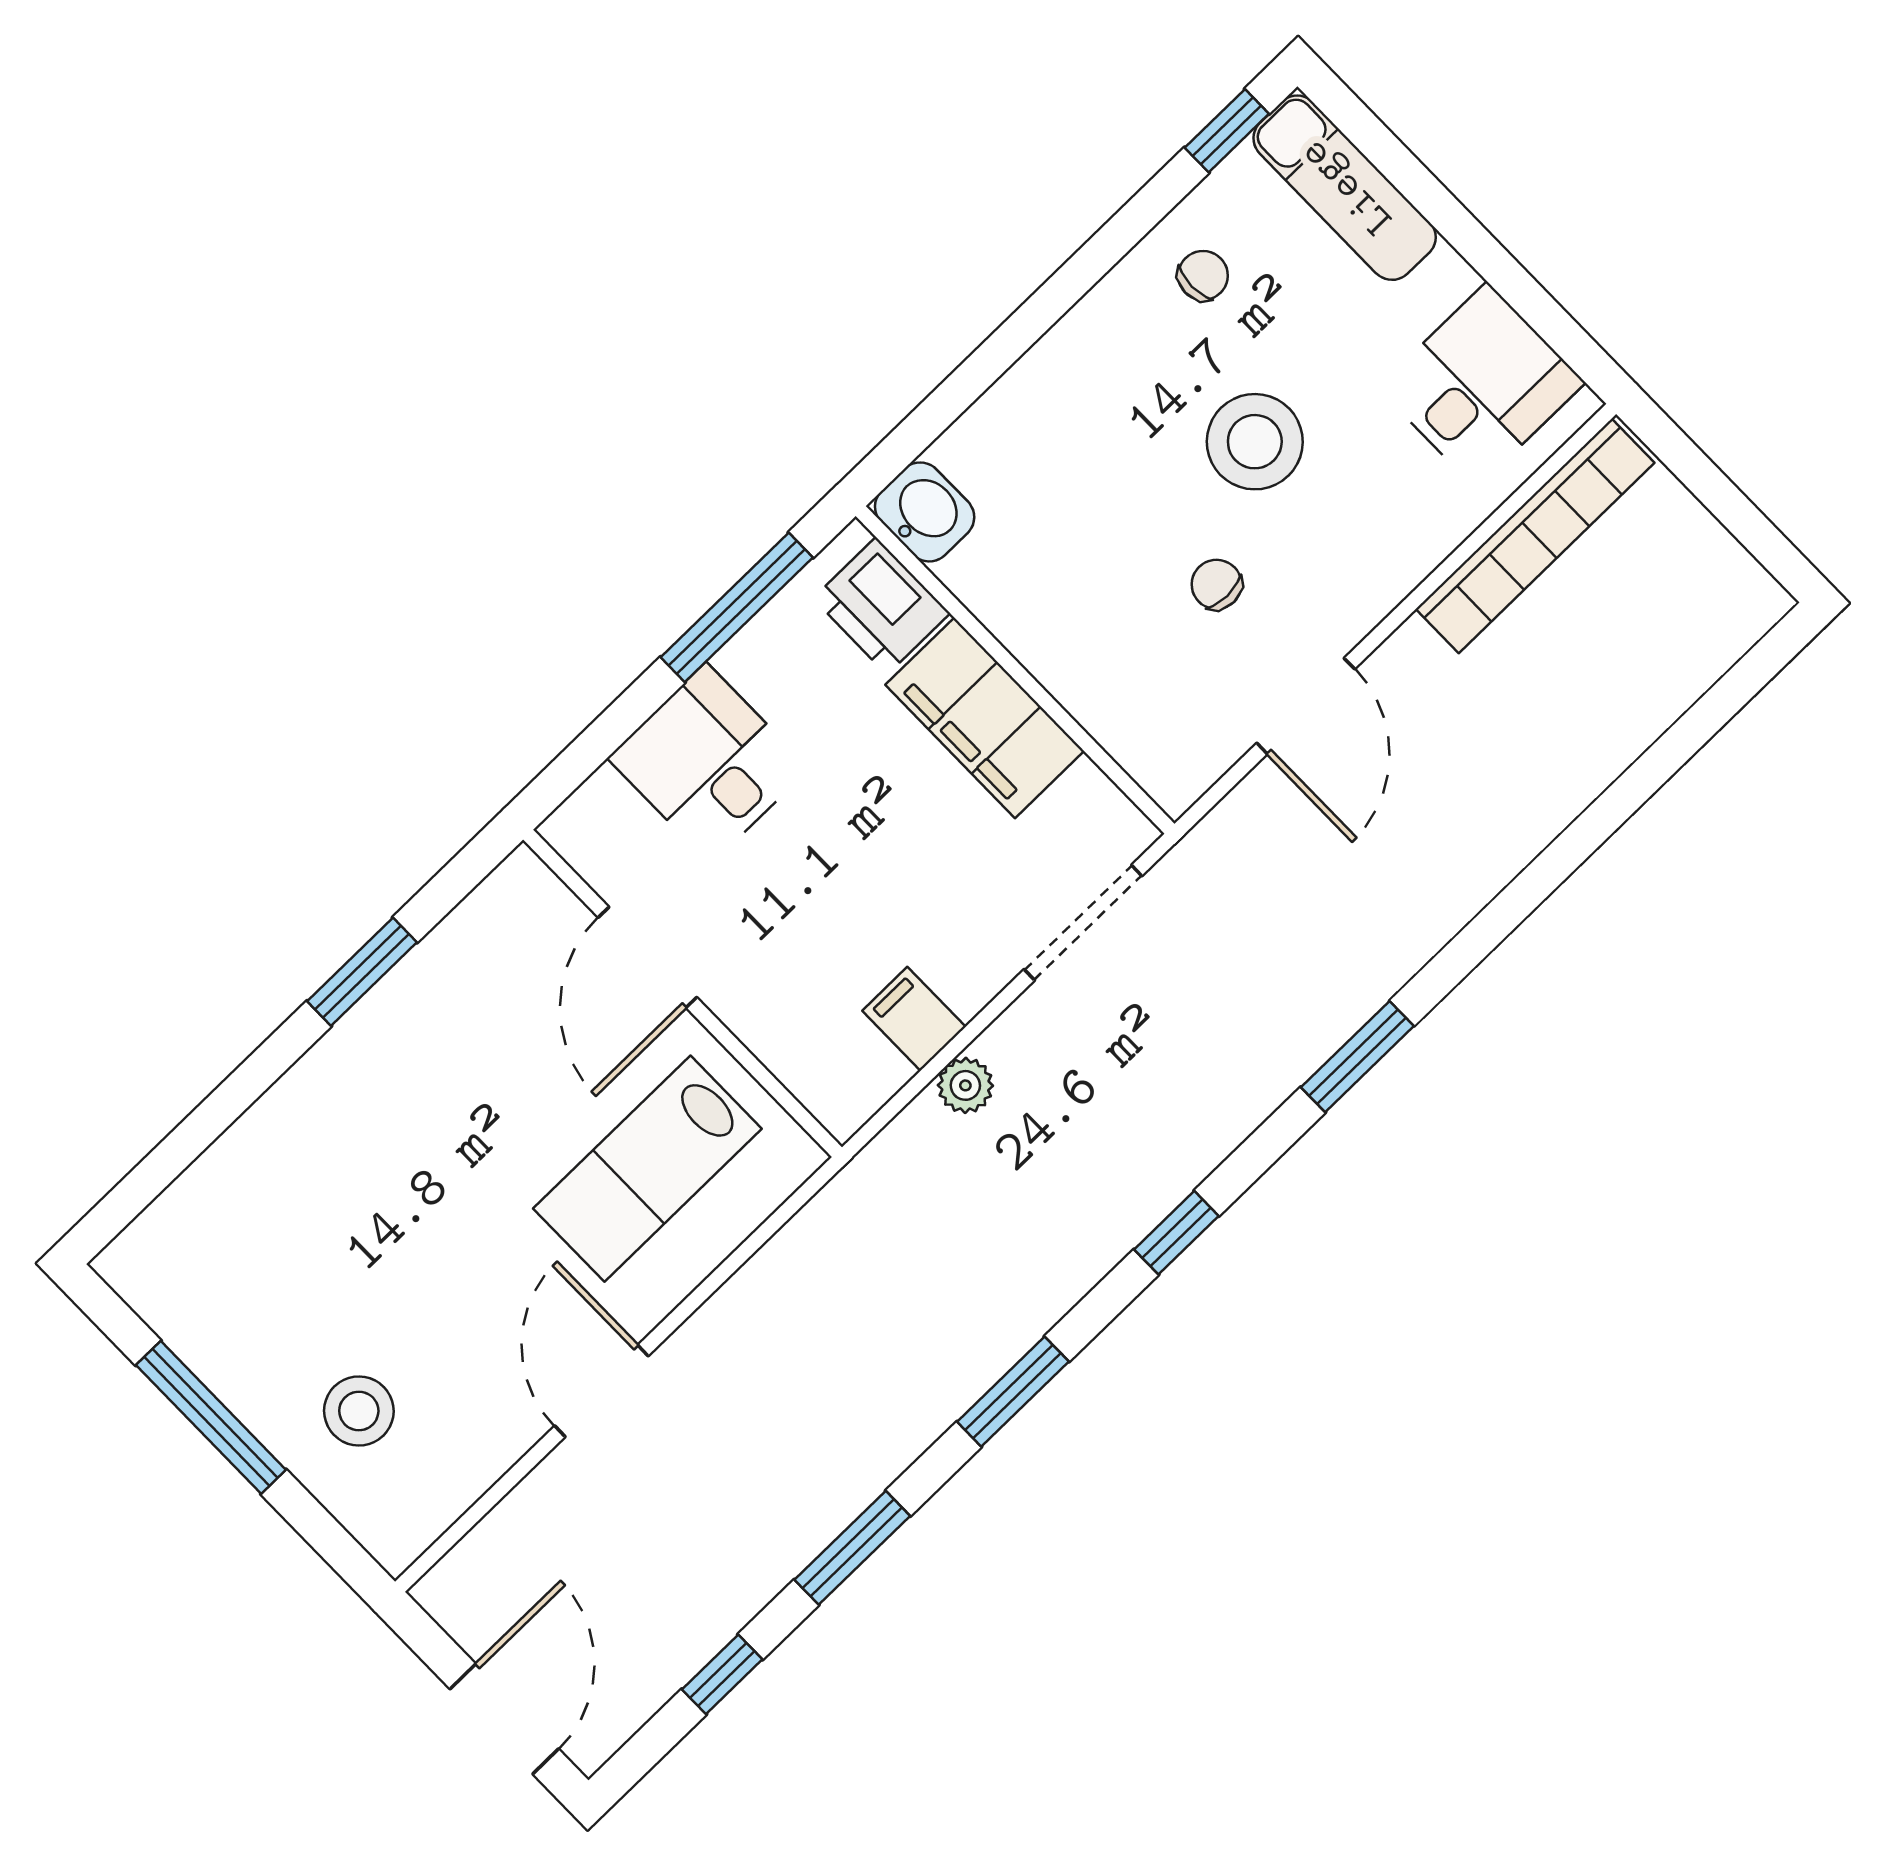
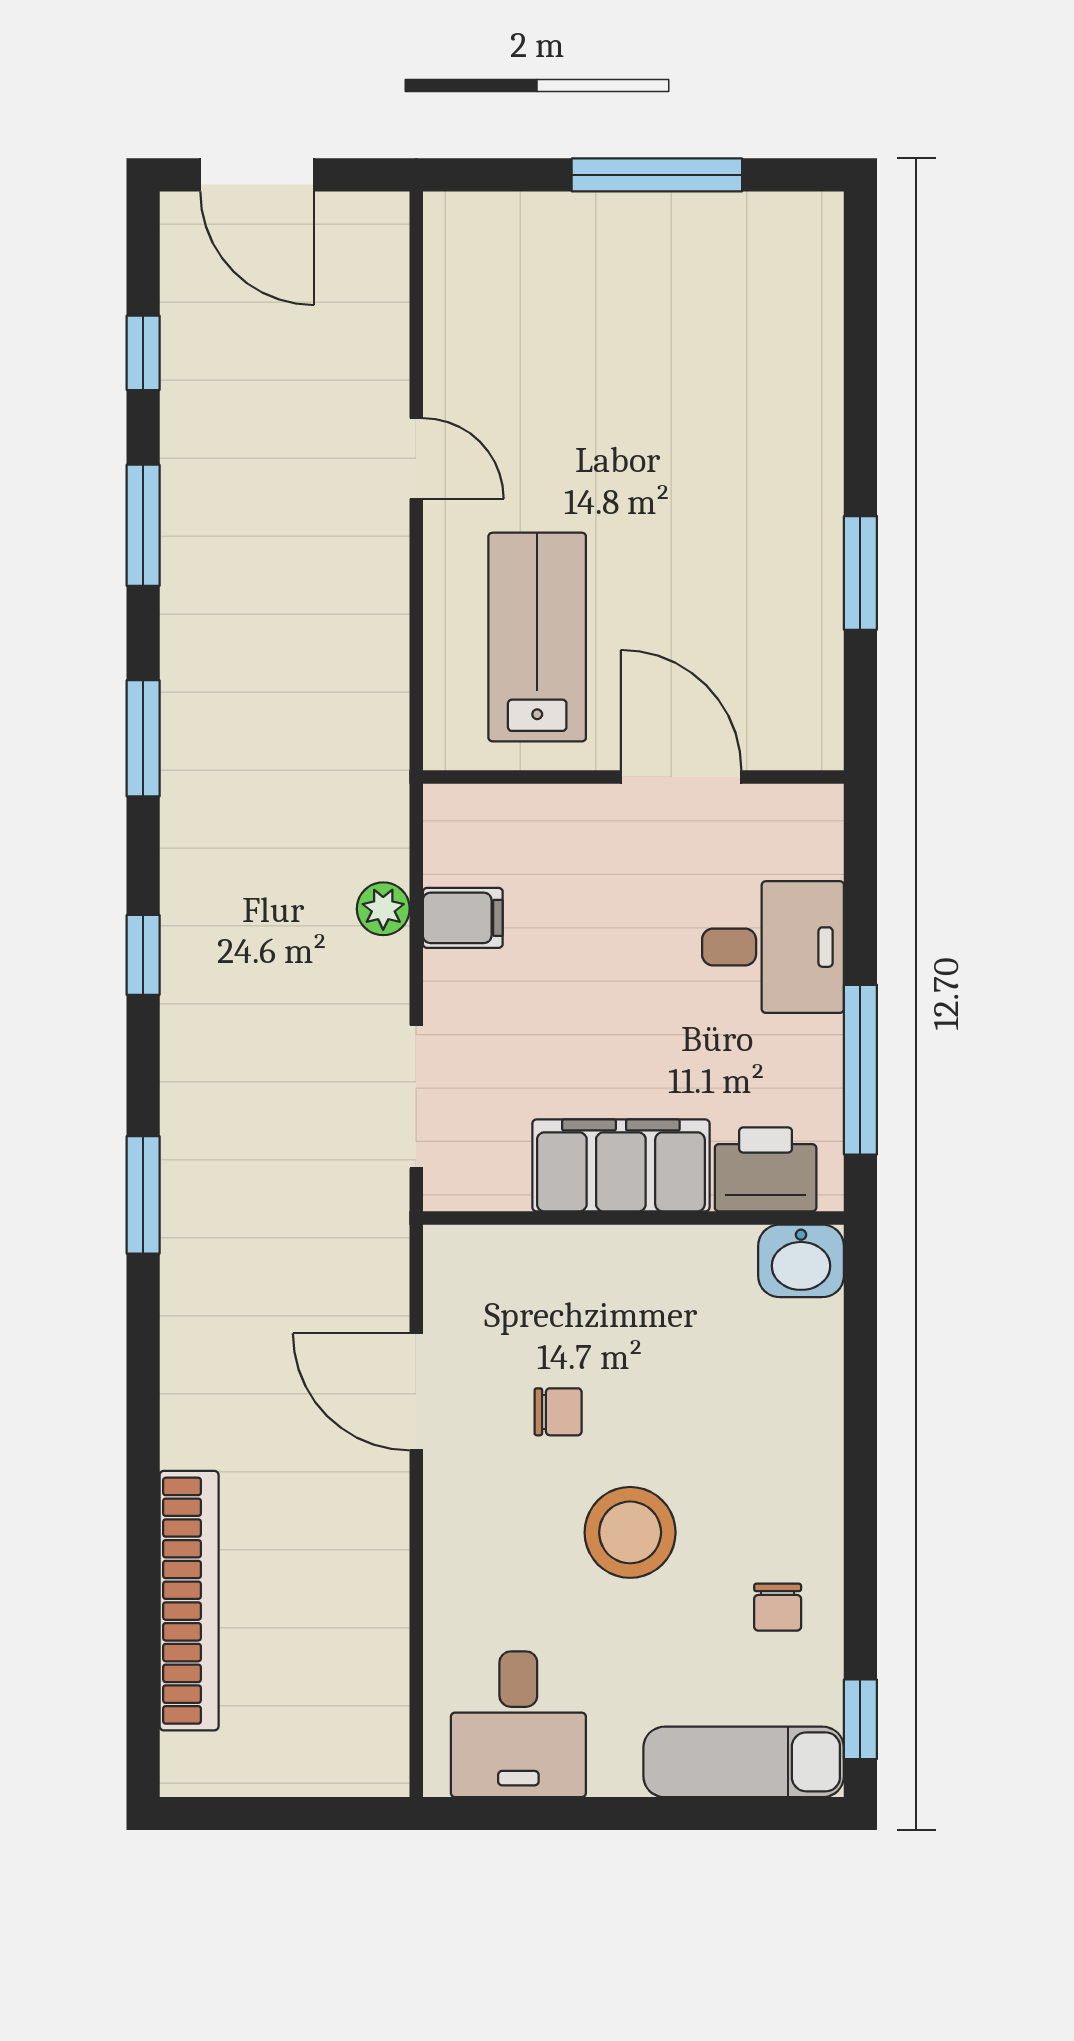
bookcase: (1535, 536) -> (189, 1601), moved, turned 180
door: (601, 1391) -> (416, 458), width x0.73
stool: (359, 1411) -> (563, 280), removed

